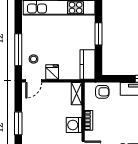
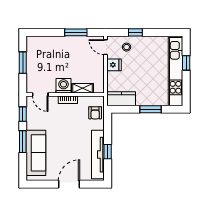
window: (18, 50) -> (135, 32), width x0.46
shelving: (77, 94) -> (83, 88), moved
window: (18, 123) -> (76, 32), moved

